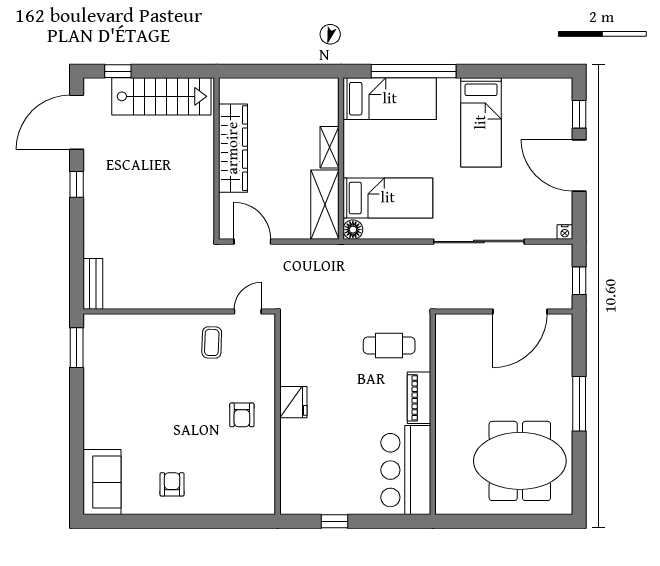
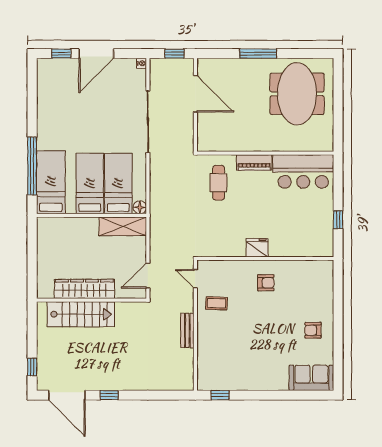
stairs: (161, 96) -> (81, 314), moved, turned 90
bed: (481, 122) -> (90, 184), moved, turned -90
shelving: (329, 147) -> (84, 223), removed
bench: (93, 284) -> (187, 331), moved, turned 90
window: (77, 348) -> (220, 395), width x0.67

